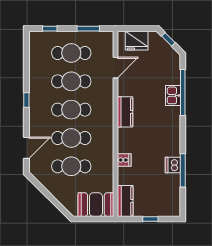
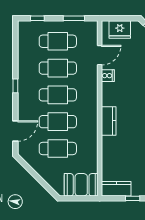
kitchen counter: (125, 112) -> (109, 121), moved
cooker: (124, 160) -> (108, 76), moved
kitchen counter: (125, 201) -> (116, 189), moved, turned -90

